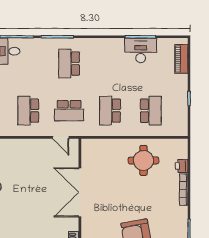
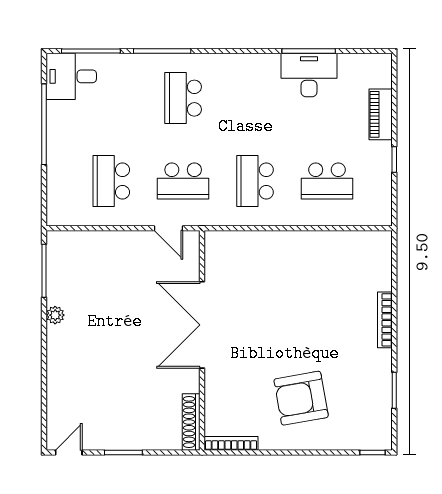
piano: (181, 59) -> (381, 114), moved
school desk: (151, 111) -> (327, 181), turned 90
round table: (143, 160) -> (314, 269), removed
printer: (182, 166) -> (381, 278), removed

